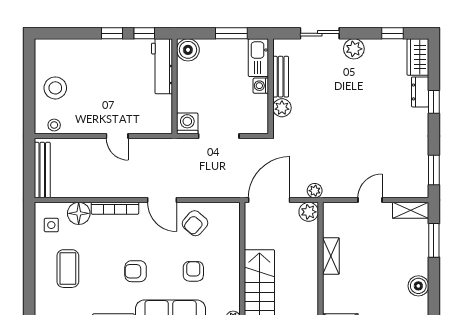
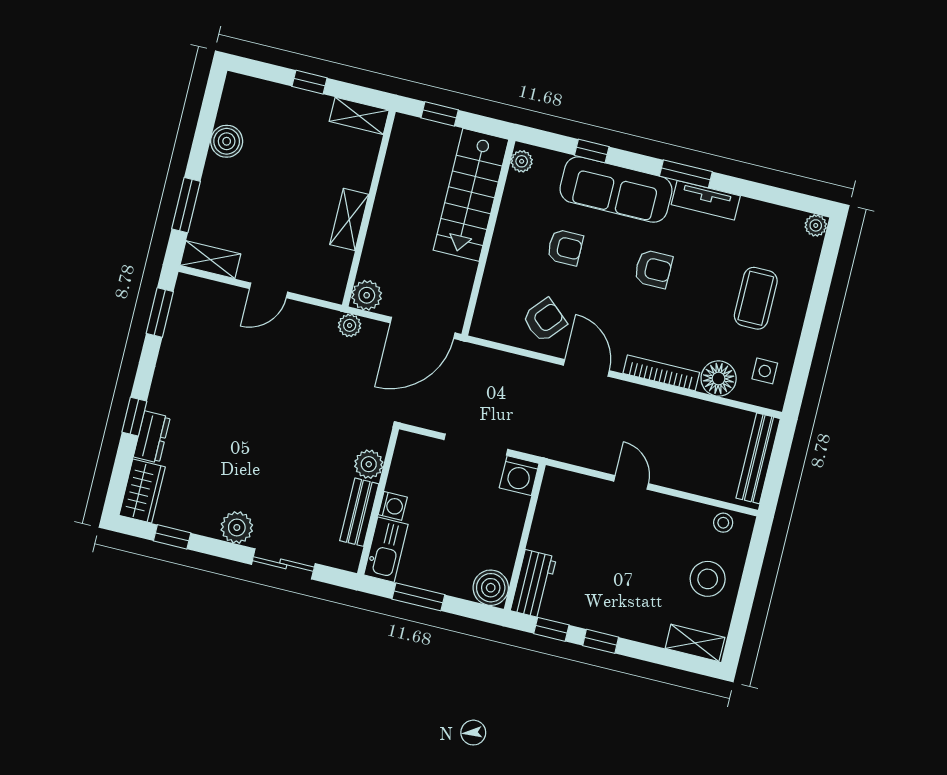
shelving: (53, 47) -> (695, 643), added
workbench: (162, 66) -> (534, 584), width x0.73
armchair: (193, 271) -> (565, 247), turned -90

